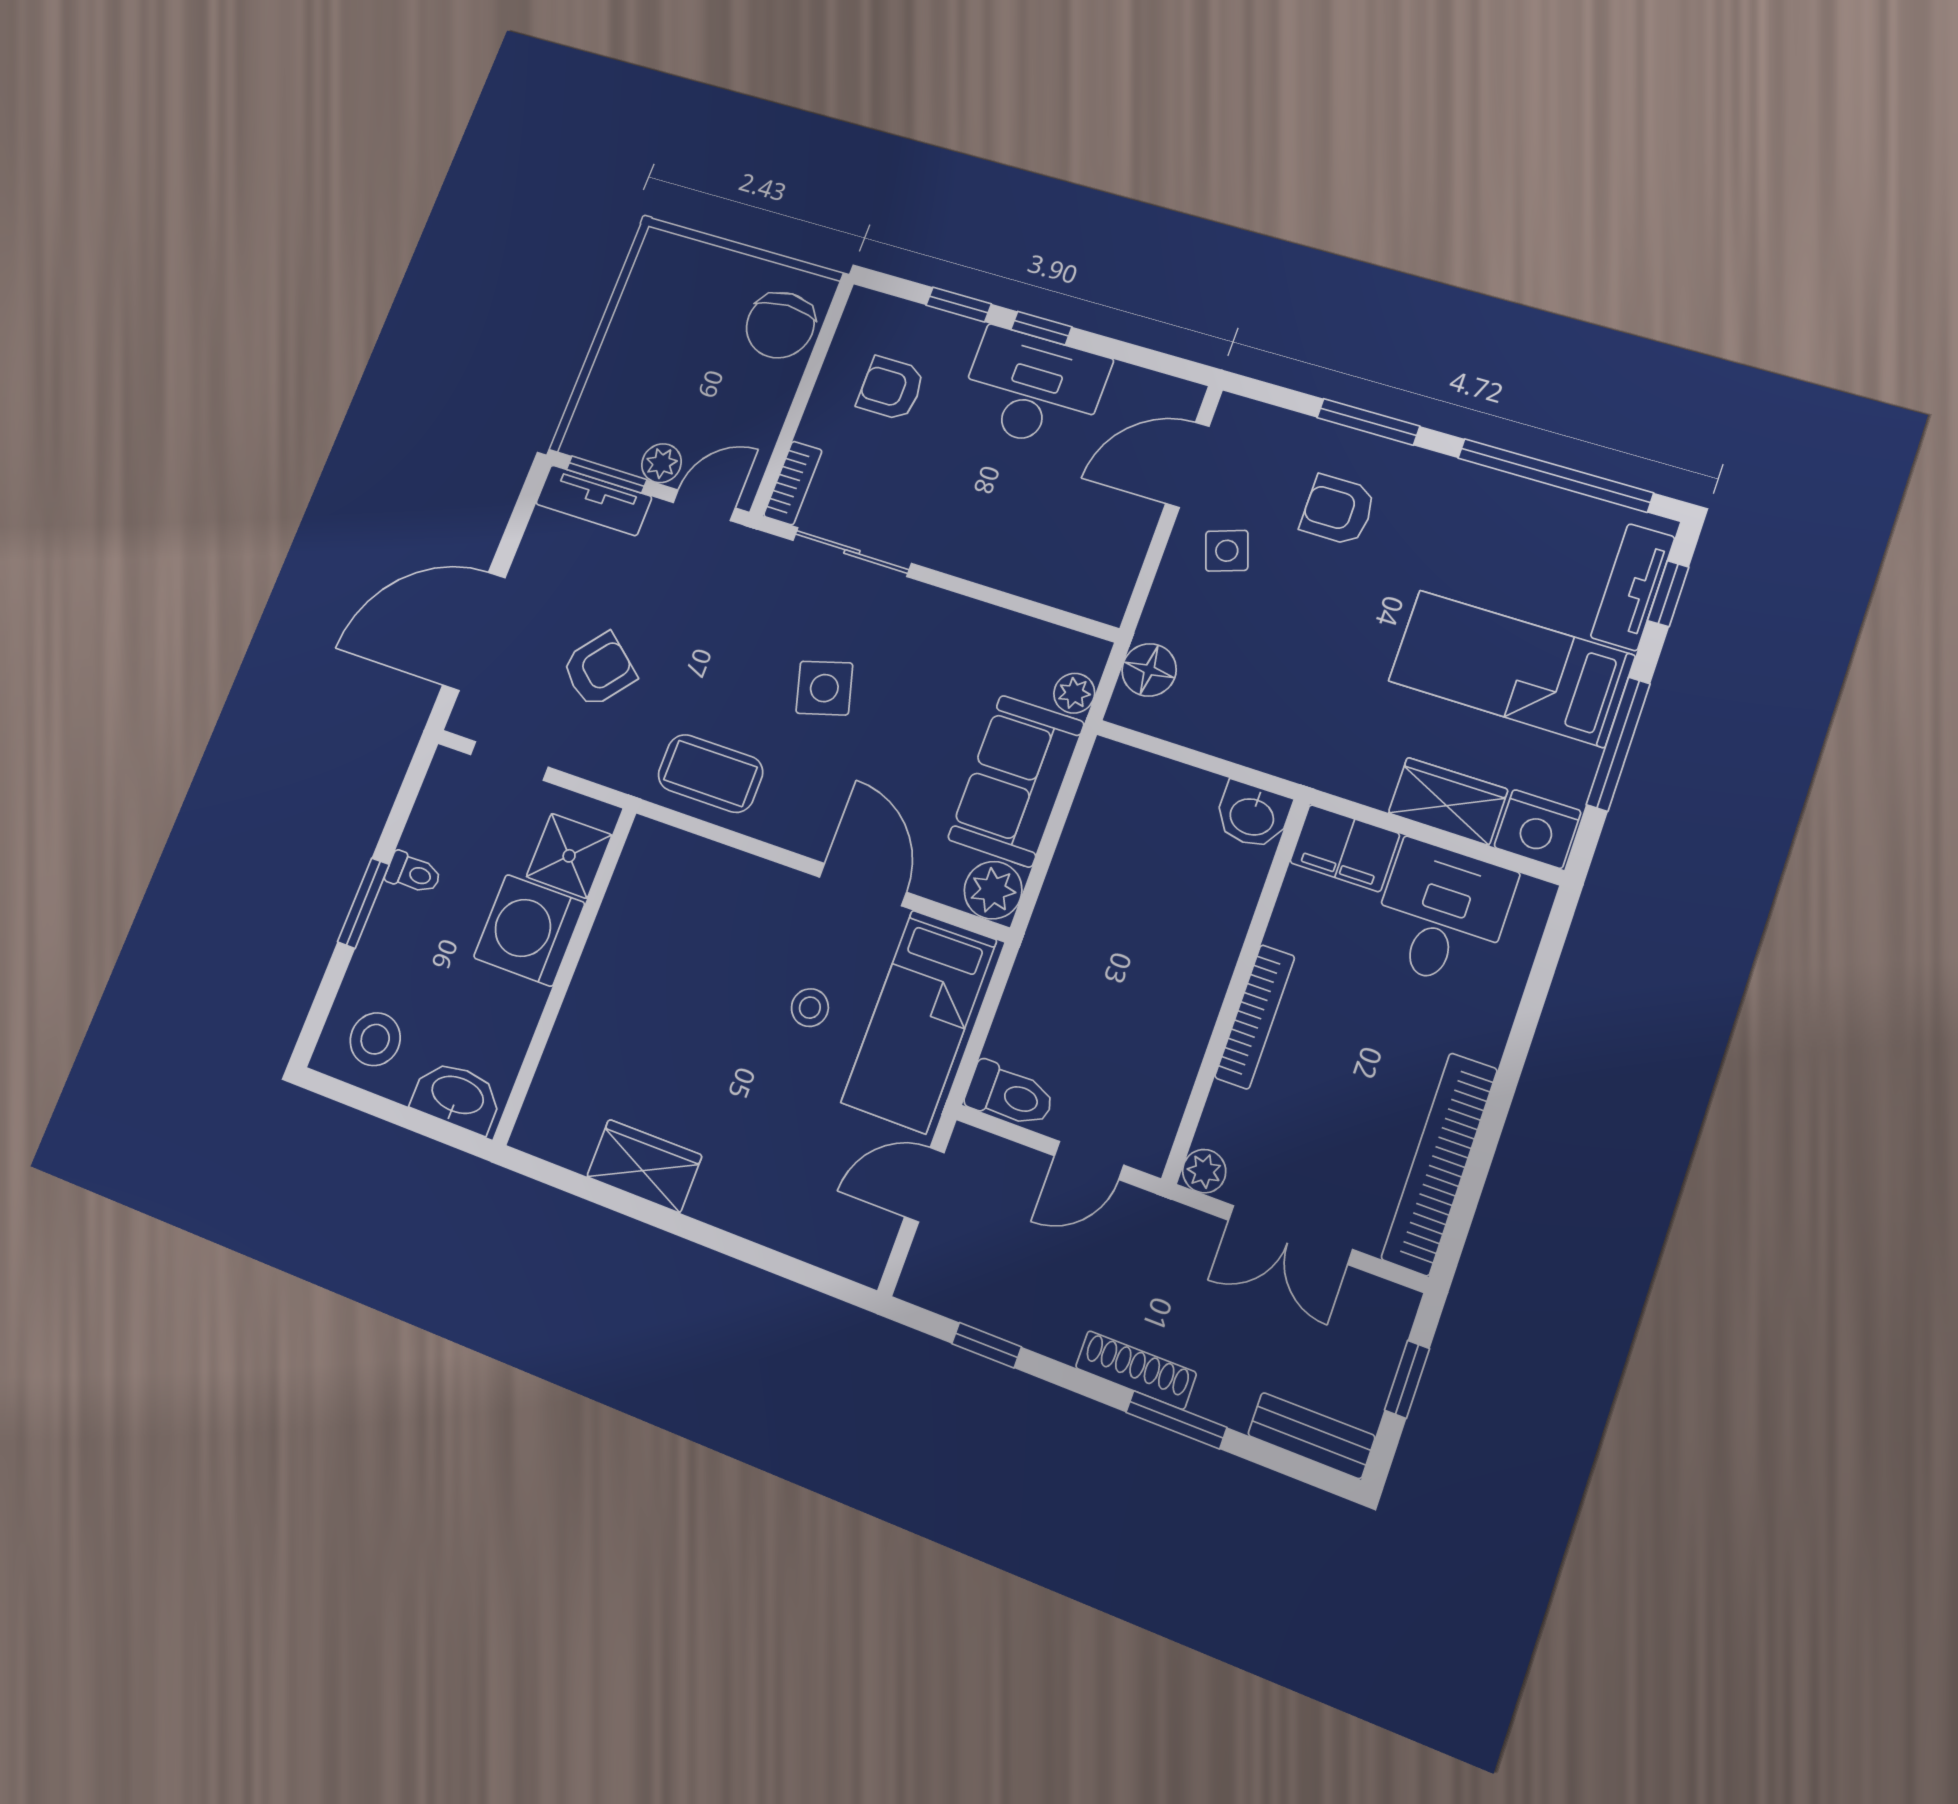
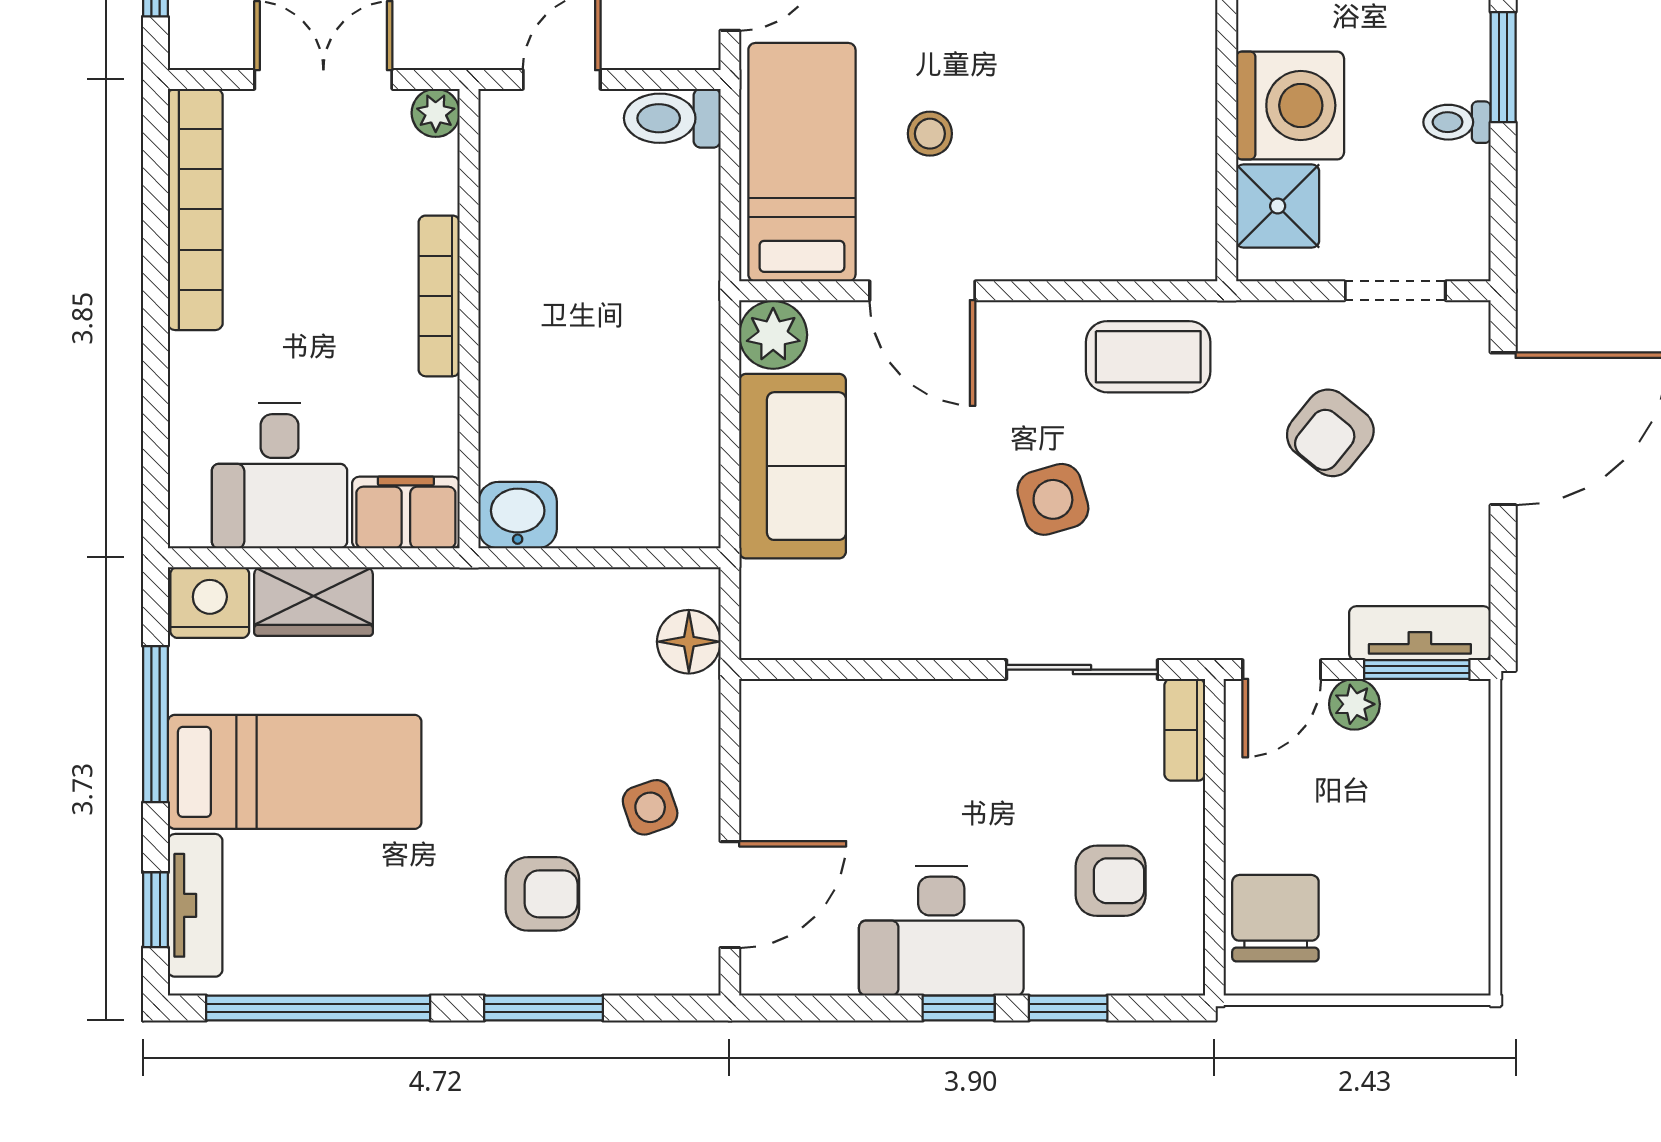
plant: (1074, 693) -> (763, 588), removed

